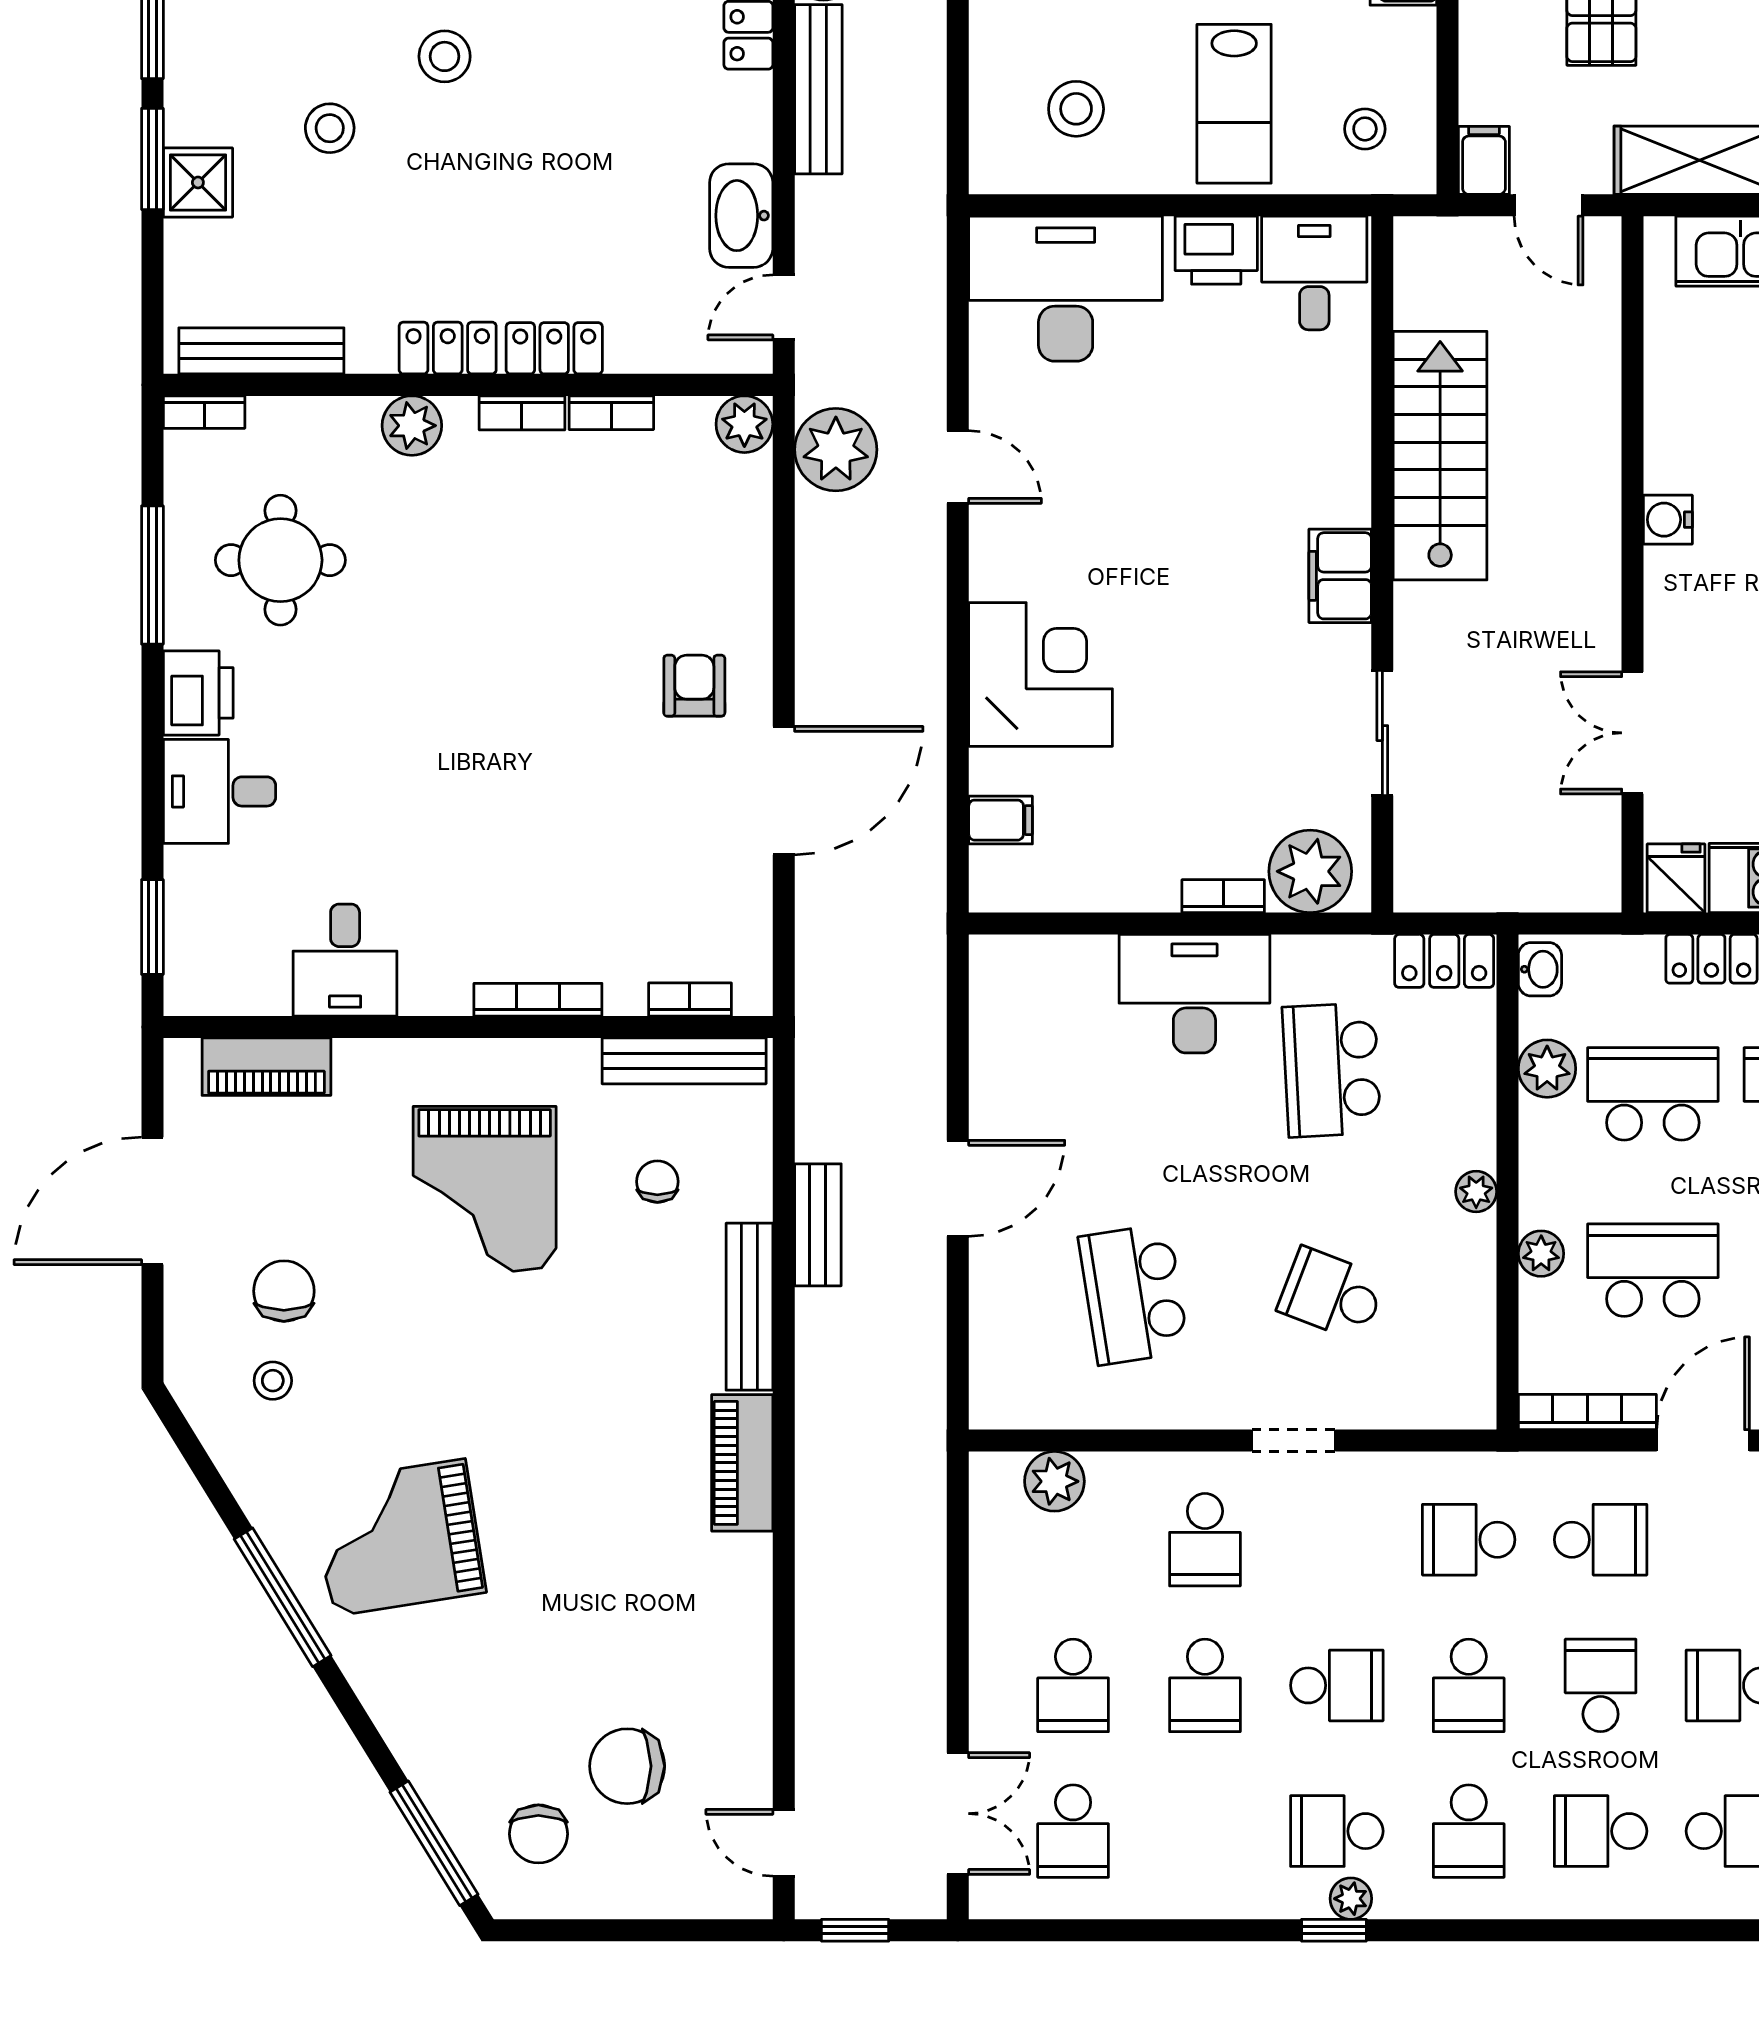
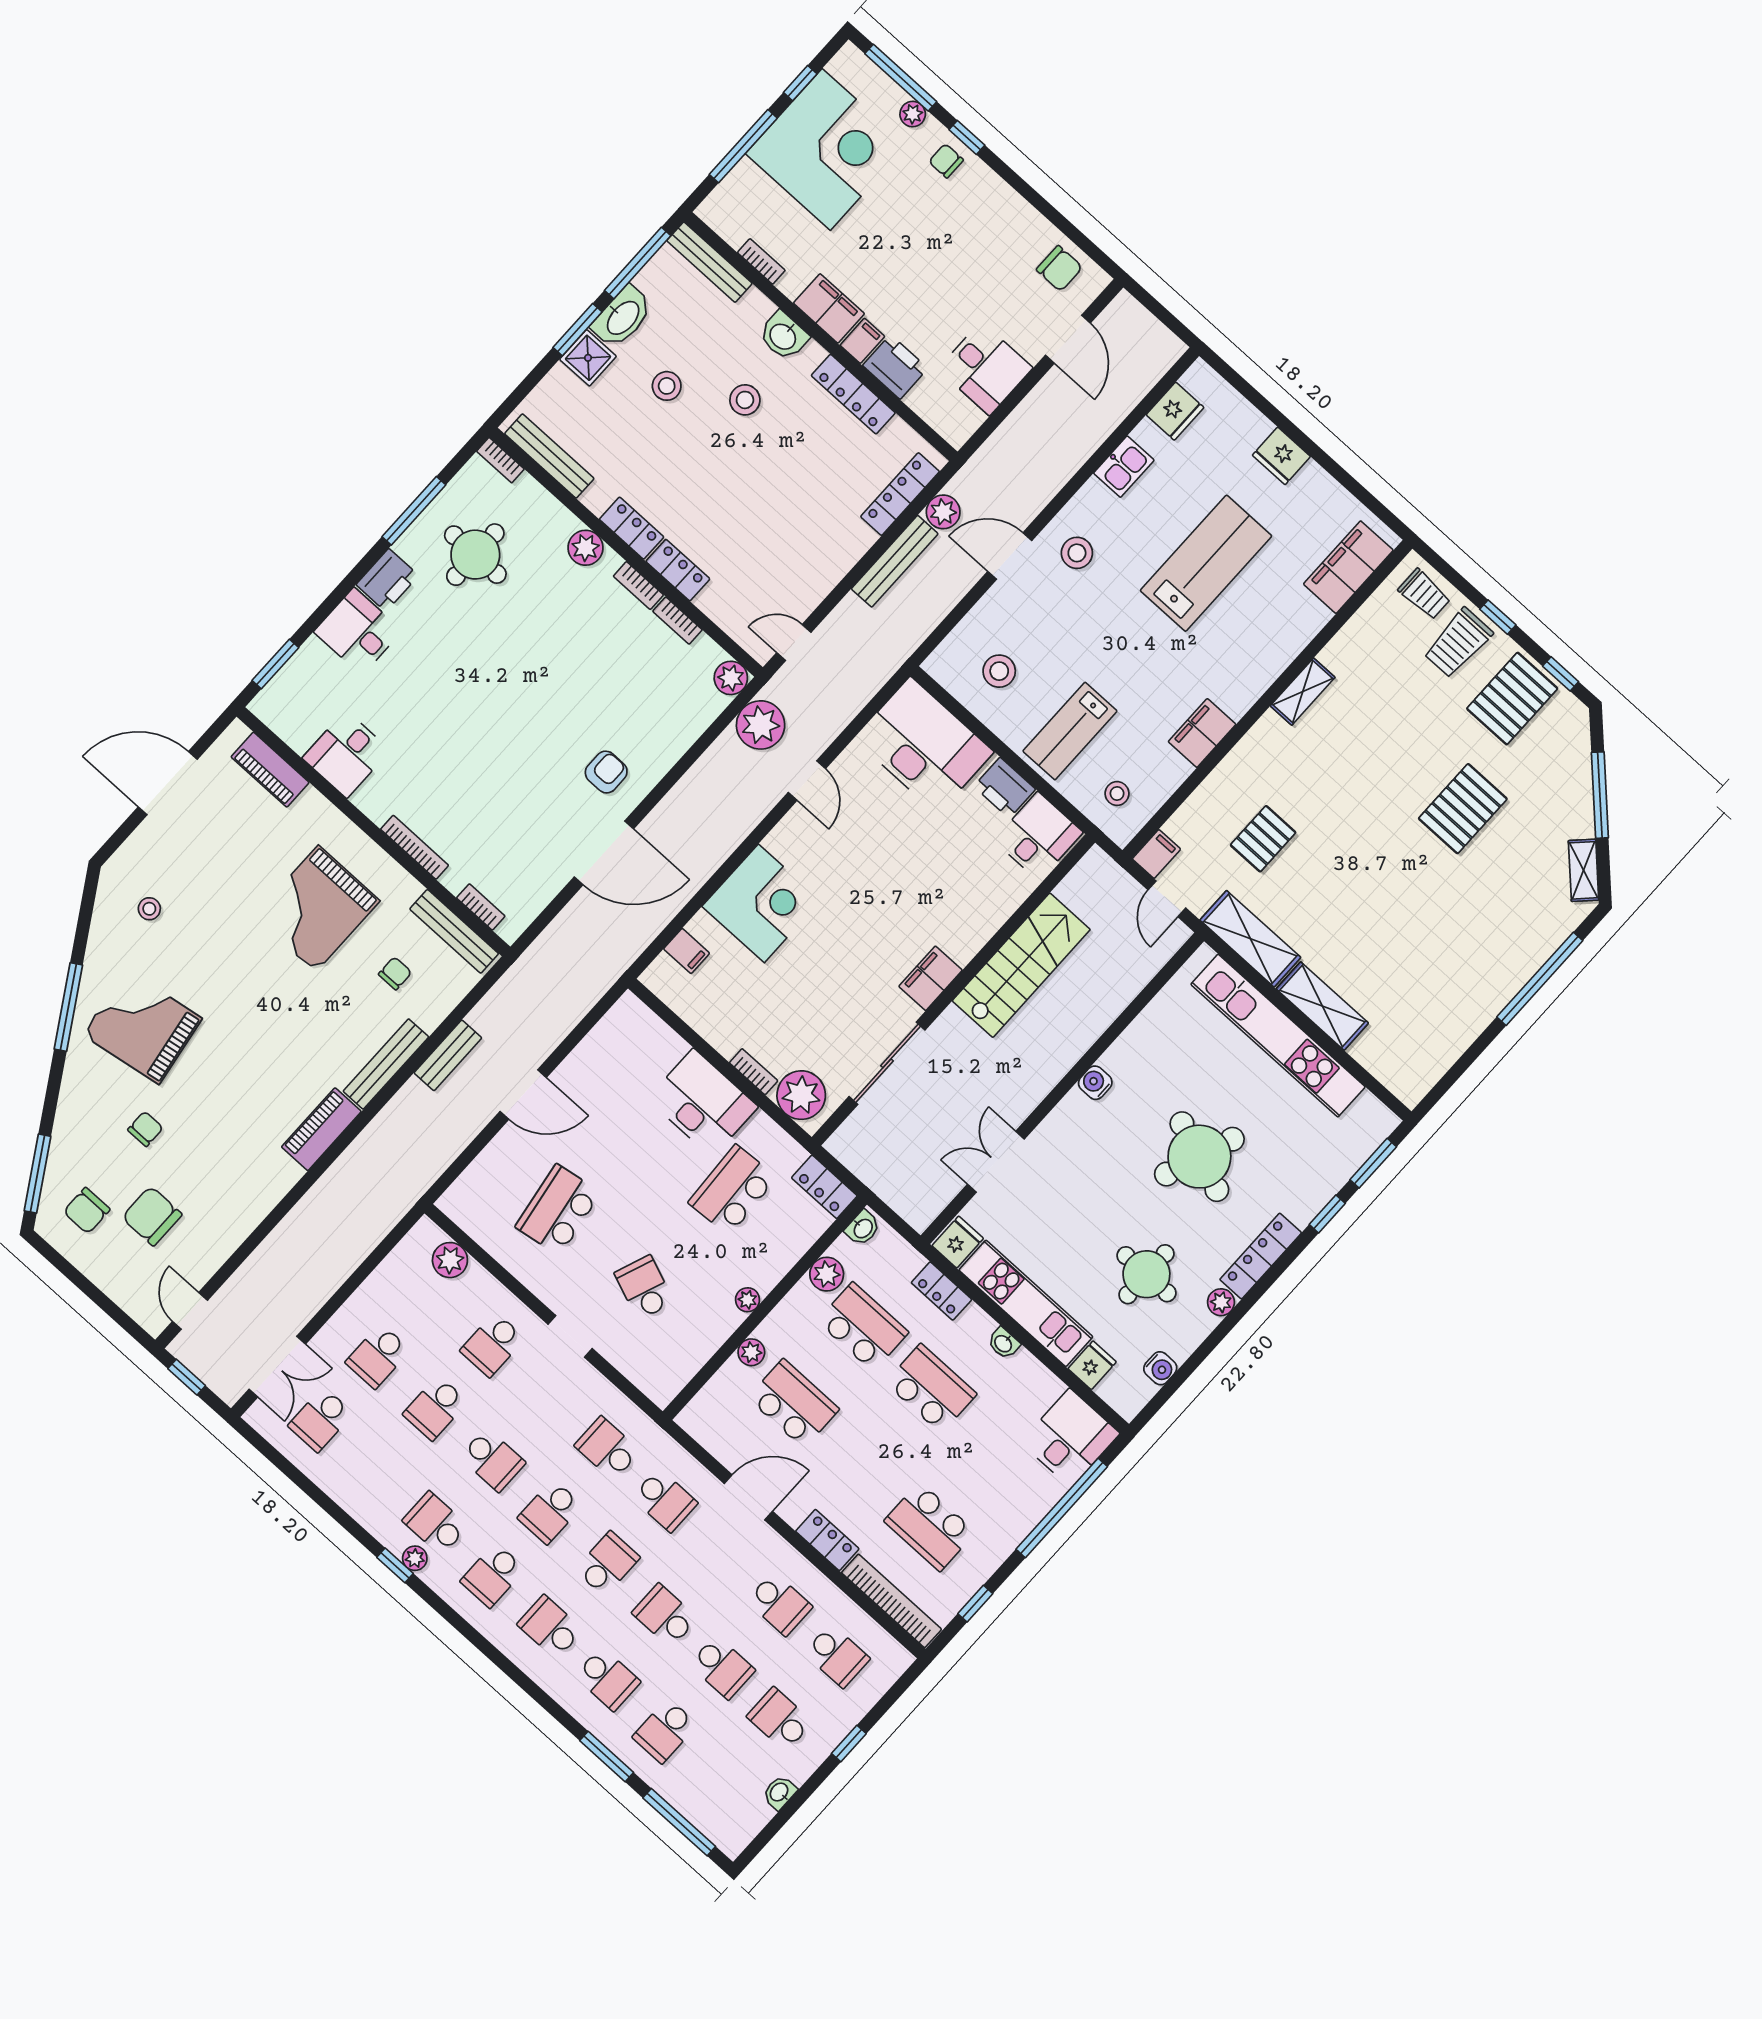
washbasin: (741, 216) -> (622, 317), moved, turned 180
sliding door: (1382, 733) -> (887, 1063), width x1.37
chair: (284, 1291) -> (145, 1129), moved, width x0.73, depth x0.73
bookcase: (1587, 1412) -> (709, 1439), removed

